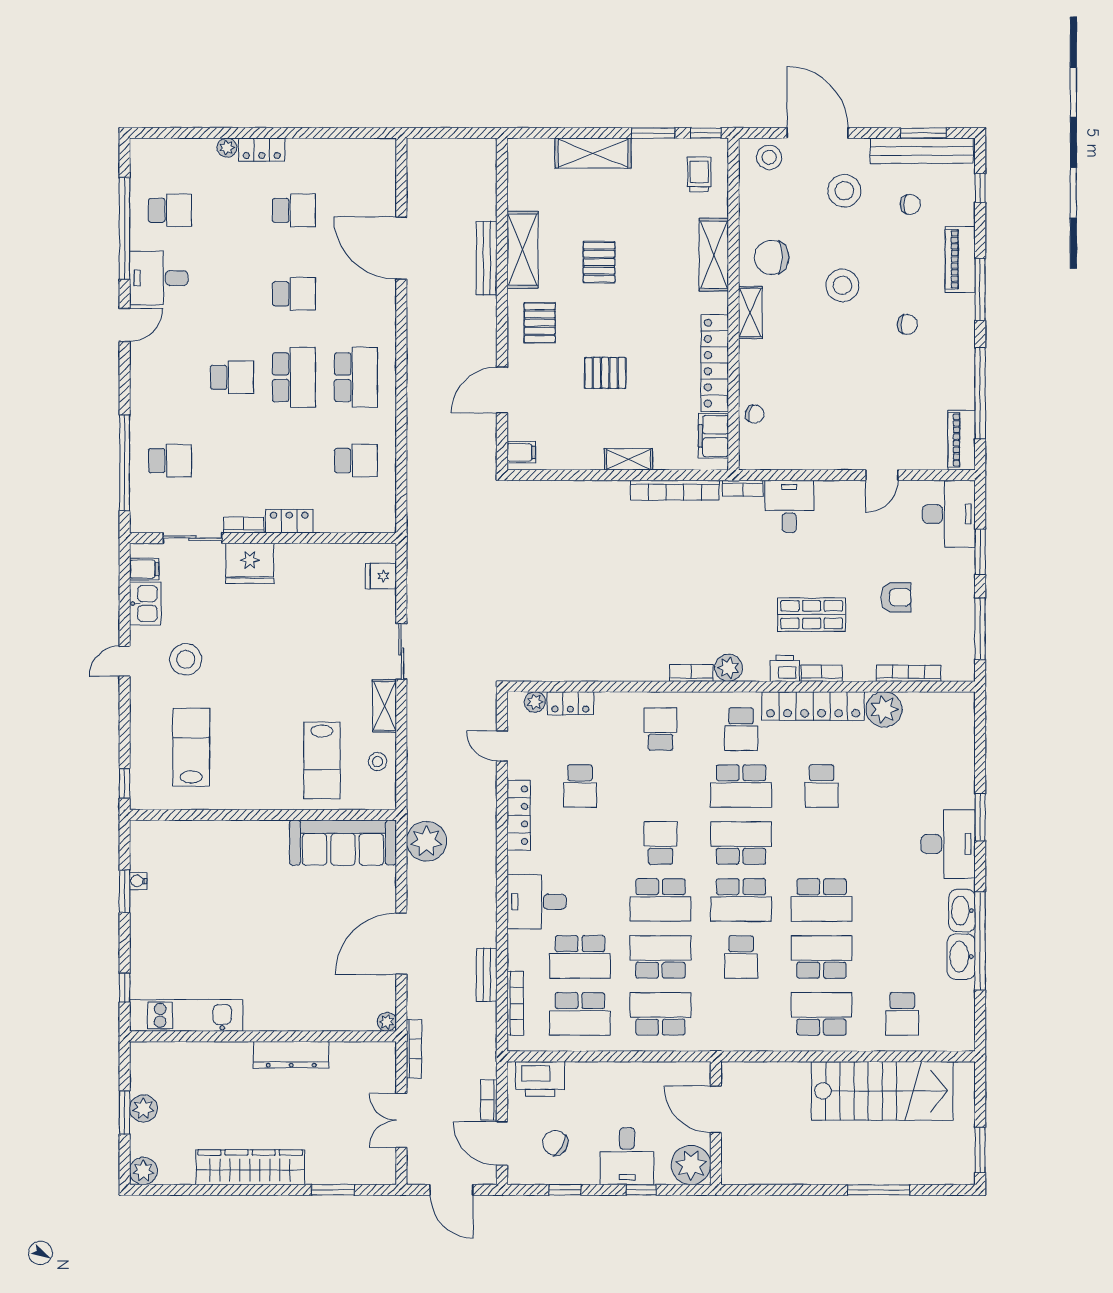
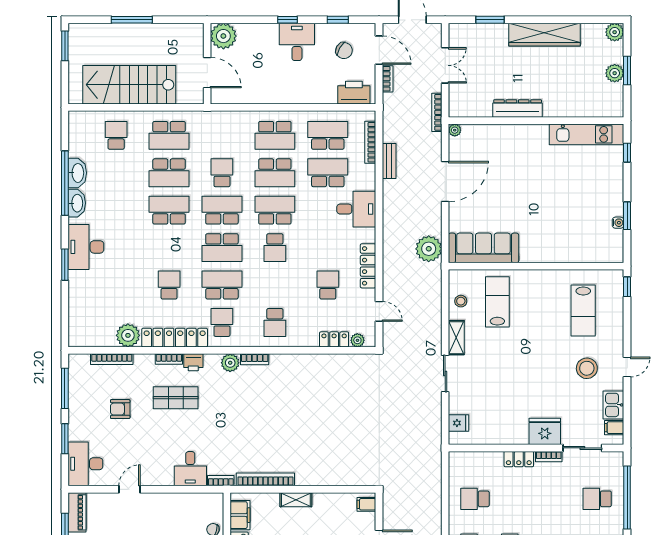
door: (716, 1109) -> (207, 73), moved
wall: (716, 1123) -> (207, 64), moved
plant: (691, 1165) -> (223, 36), moved

